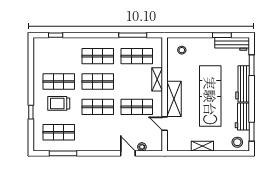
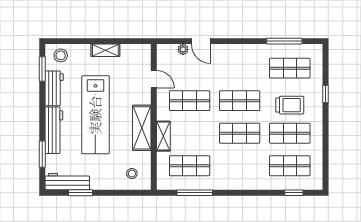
shop shelf: (98, 56) -> (290, 166), moved
shelving: (174, 99) -> (142, 128), moved

